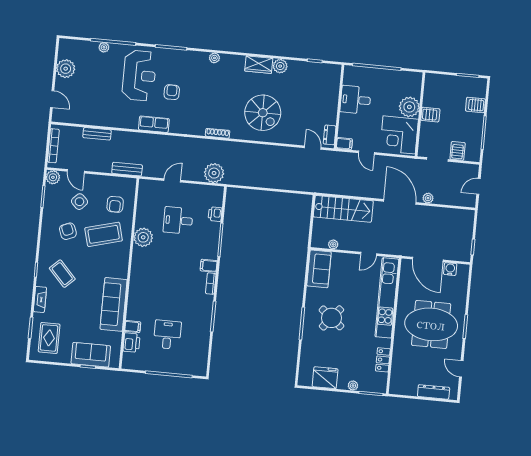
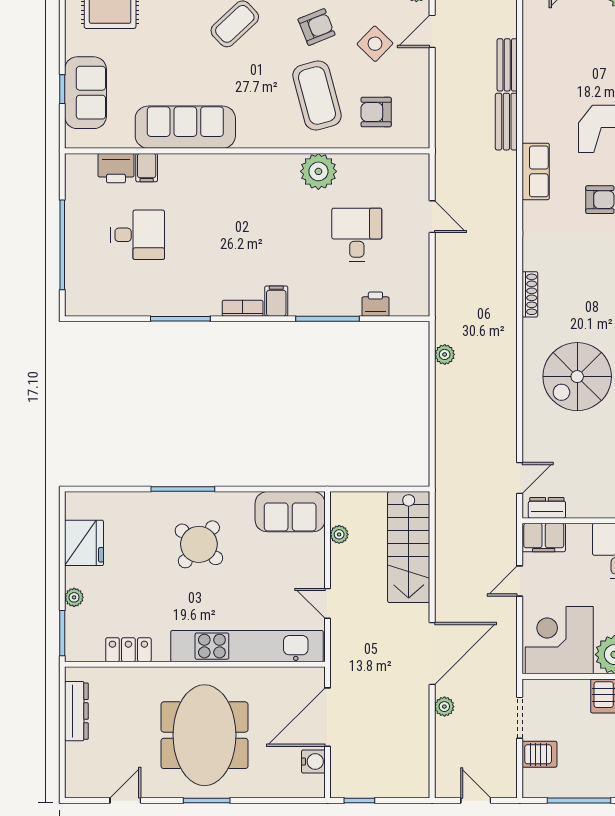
filing cabinet: (344, 144) -> (544, 538), width x2.00
bench: (127, 169) -> (506, 122), moved
plant: (214, 173) -> (445, 354), moved, width x0.53, depth x0.53
dresser: (434, 392) -> (76, 711), moved

